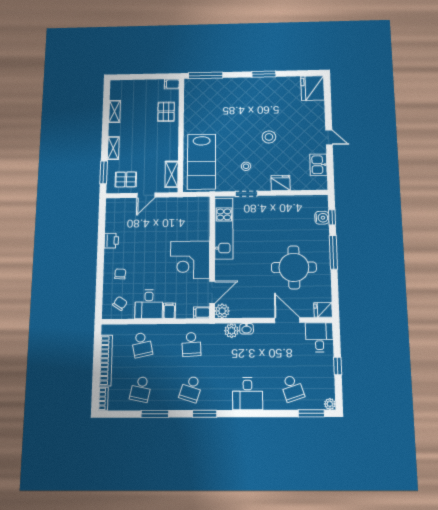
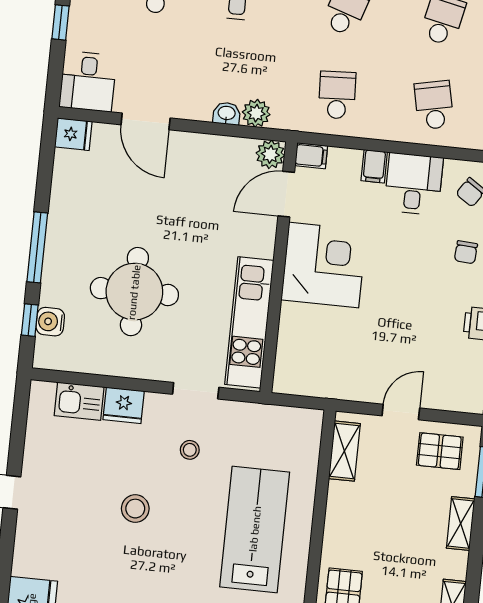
lab bench: (201, 162) -> (255, 529), moved
kitchen sink: (318, 165) -> (79, 401), moved, turned 90
round table: (294, 267) -> (134, 292), moved

